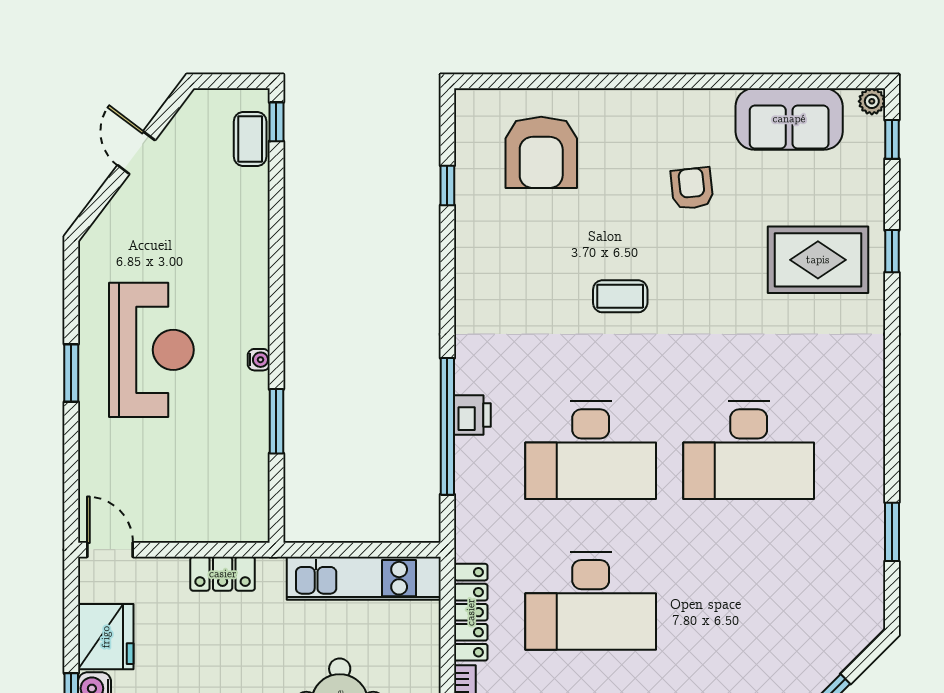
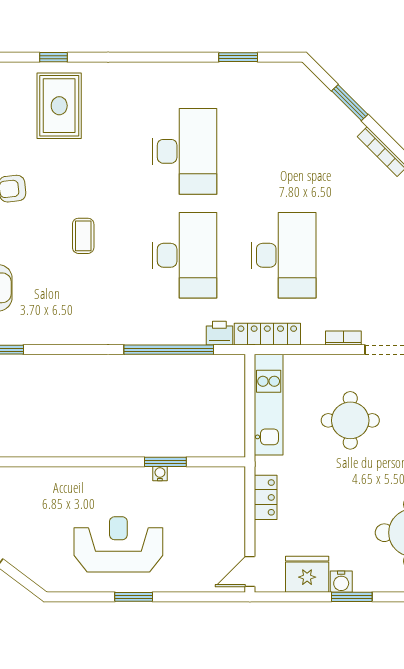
water cooler: (259, 360) -> (160, 474), moved
printer: (472, 415) -> (219, 333), moved
locker: (471, 612) -> (267, 334), moved

